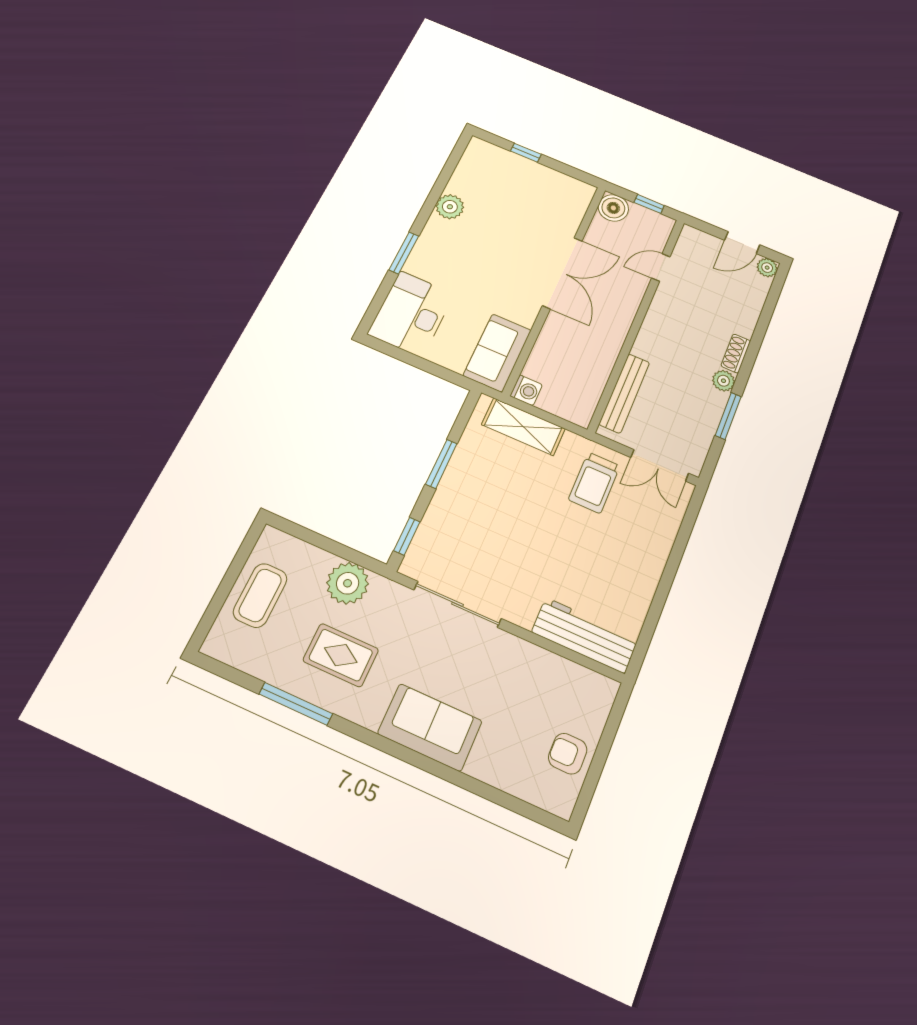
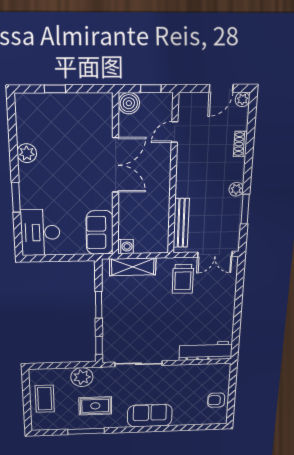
shoe rack: (736, 353) -> (240, 144), moved

